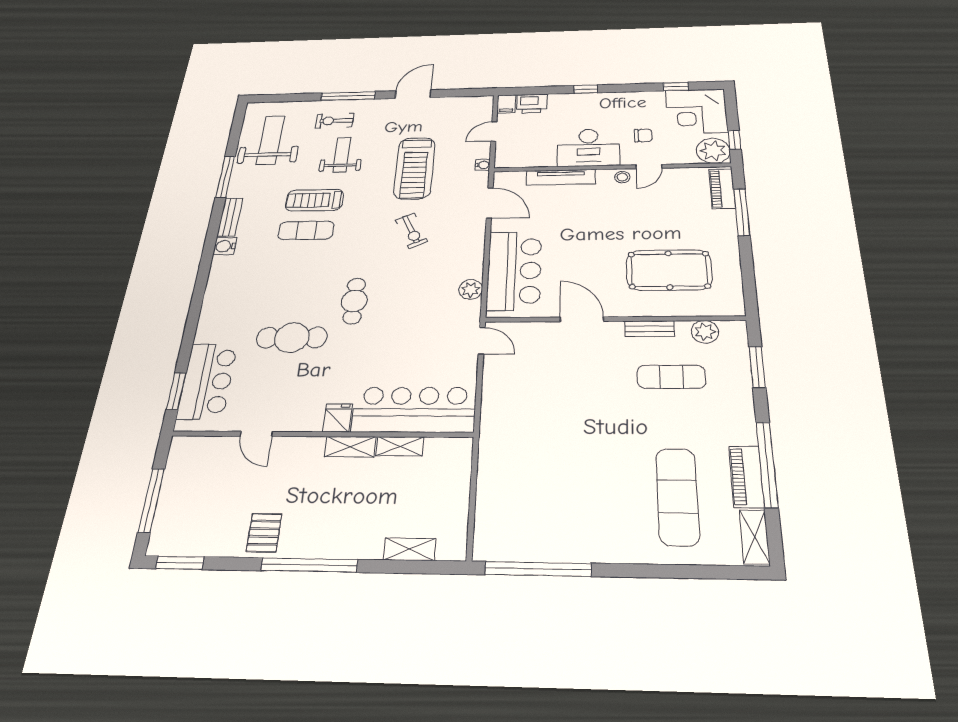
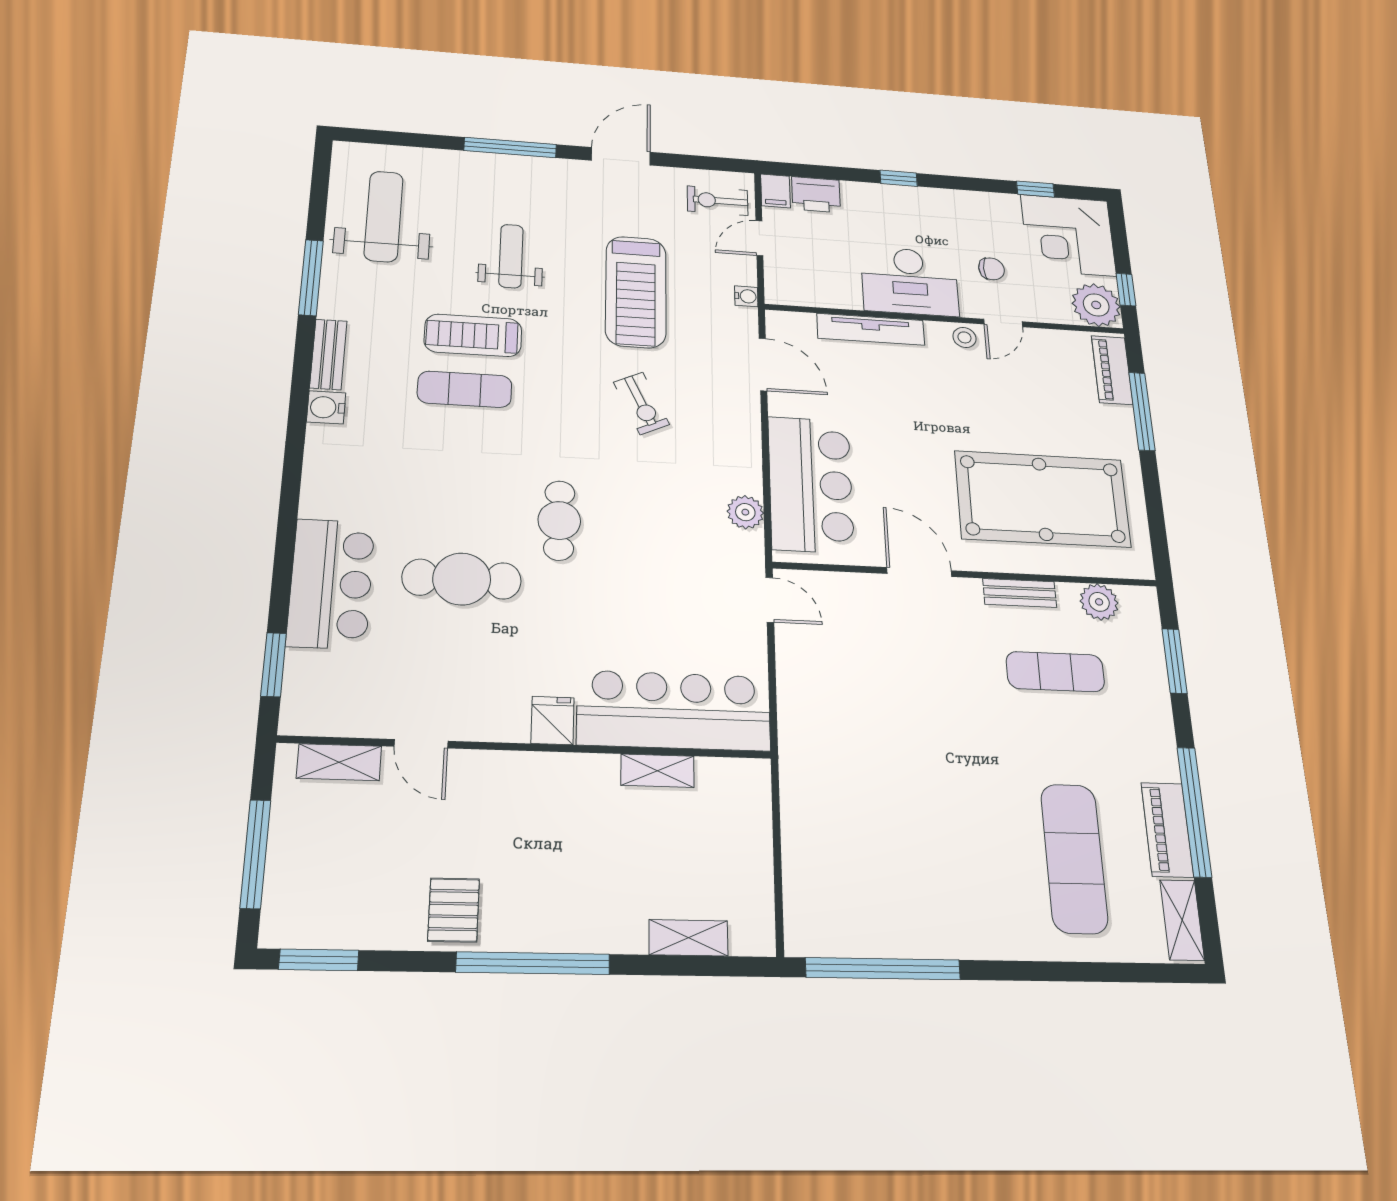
exercise bike: (335, 121) -> (718, 201), moved
pool table: (669, 270) -> (1043, 499), width x1.36, depth x1.32
bar counter: (207, 381) -> (331, 584), moved
shelving: (350, 447) -> (339, 762), moved

